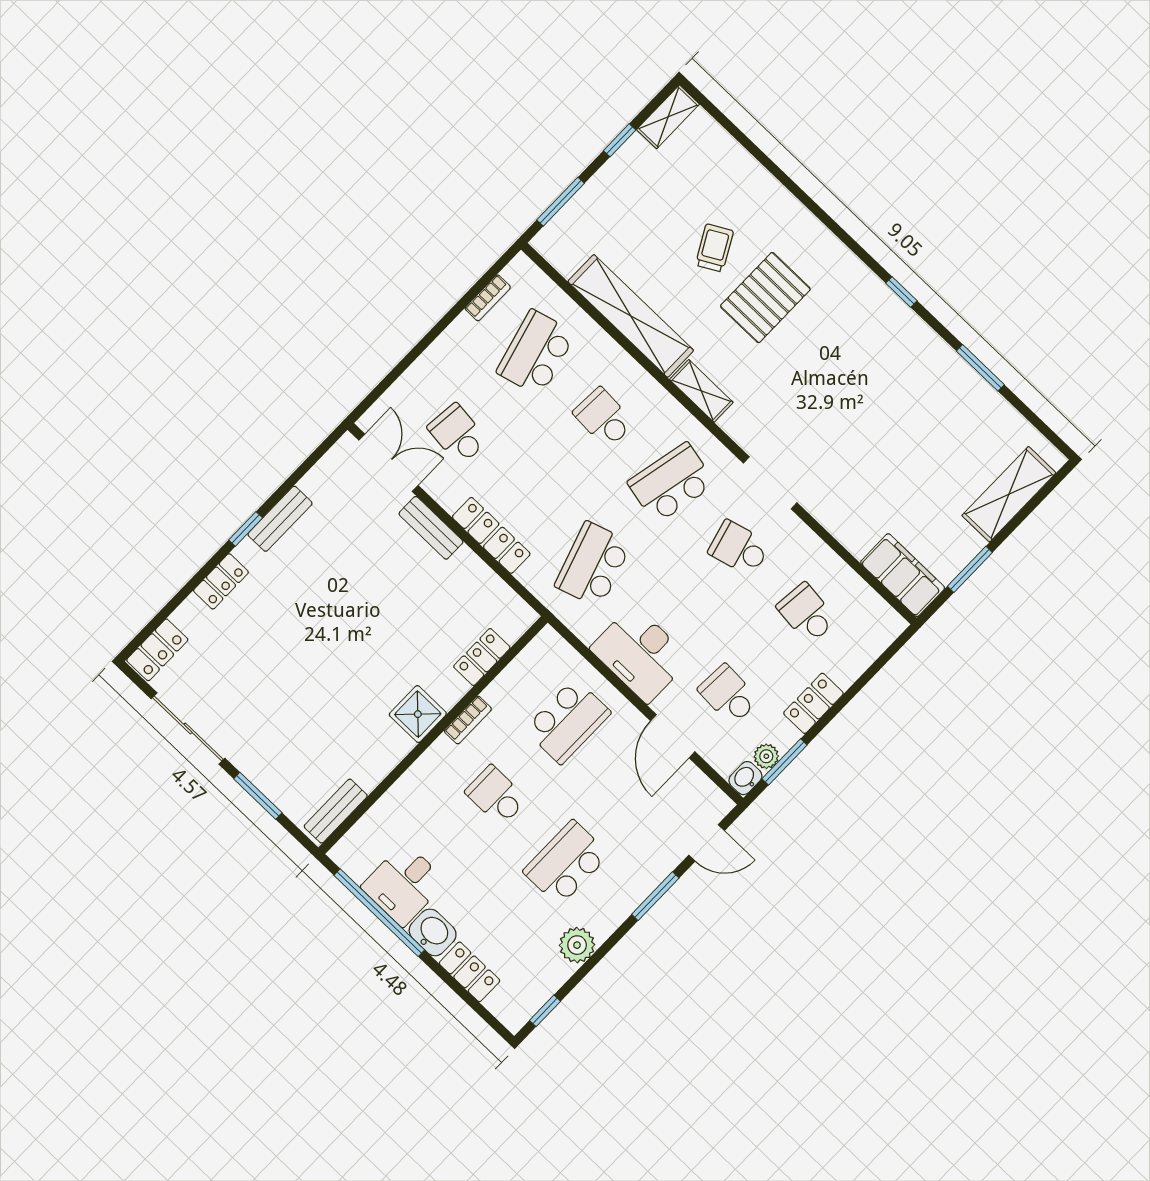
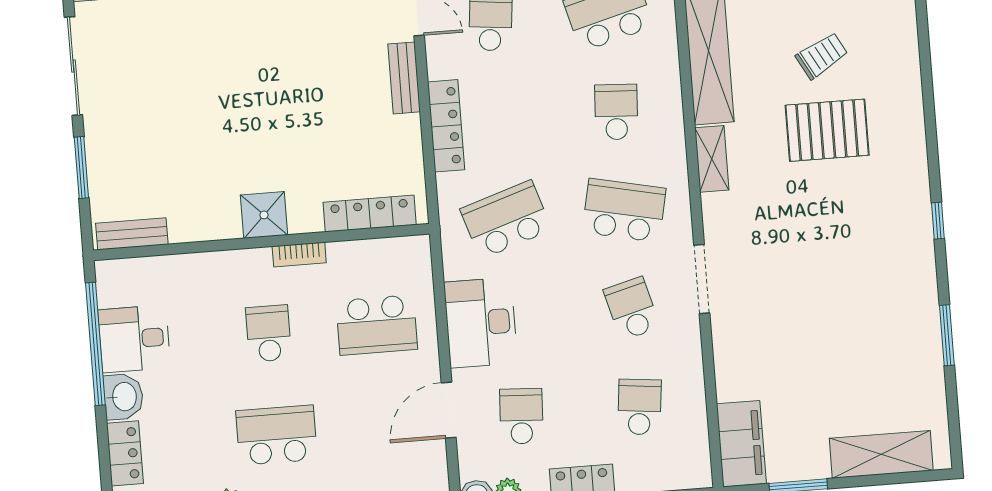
locker: (482, 657) -> (370, 214), width x1.53

